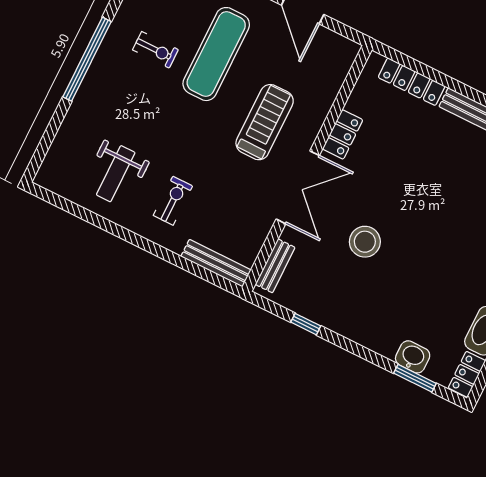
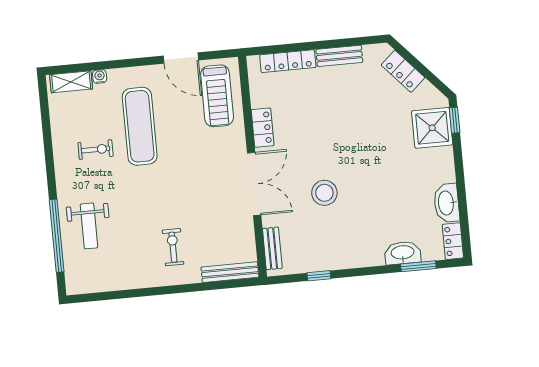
window: (87, 59) -> (57, 236), moved
treadmill: (265, 122) -> (217, 96), moved, turned 180
weight bench: (116, 174) -> (89, 226), moved
washbasin: (413, 357) -> (403, 253), width x1.38

